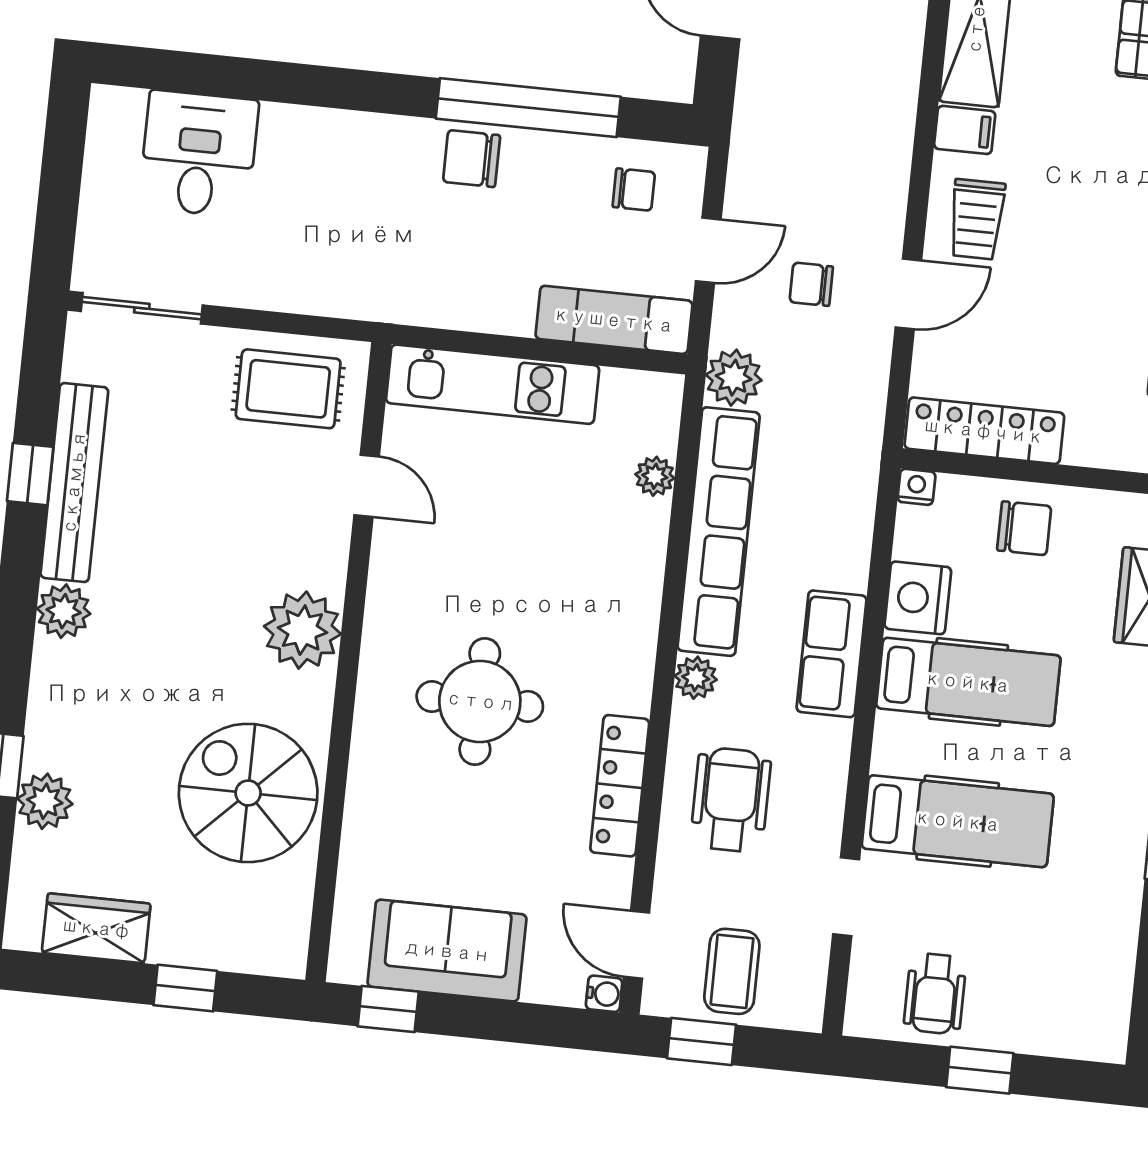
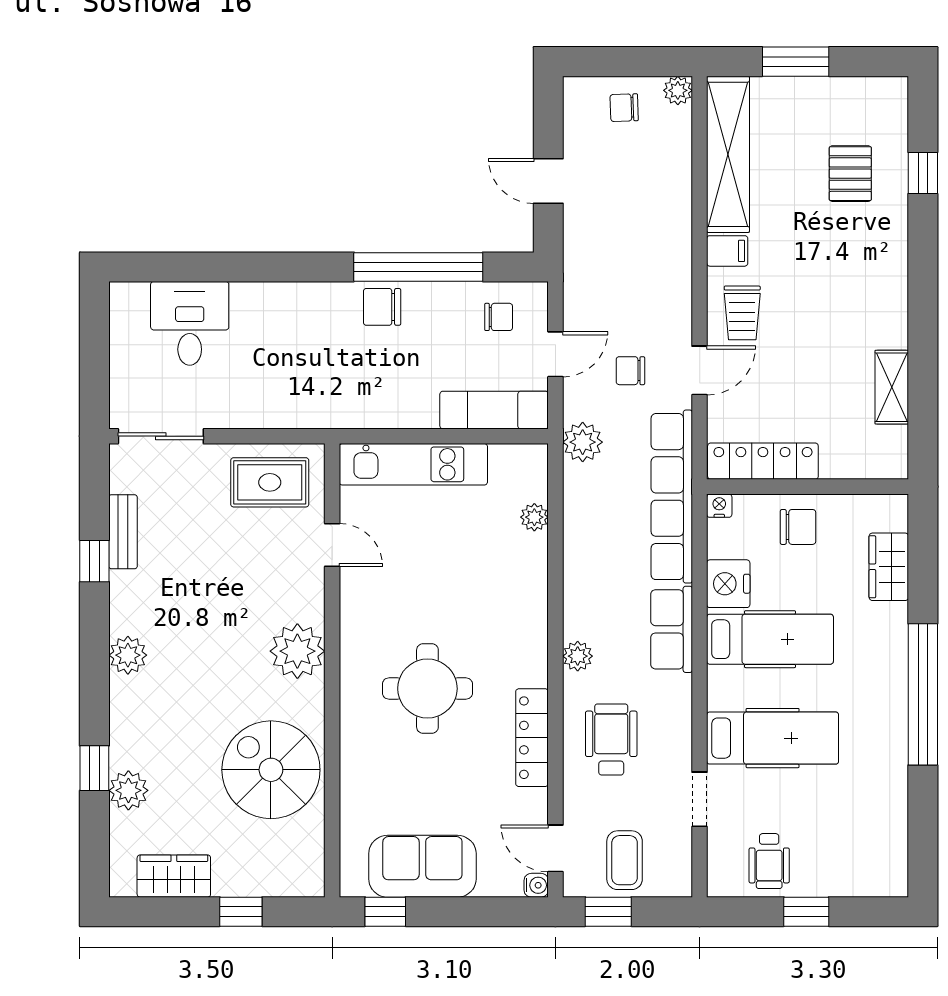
bench: (74, 483) -> (123, 532), width x0.54, depth x0.82
row of seats: (719, 532) -> (672, 497), moved, turned 180

